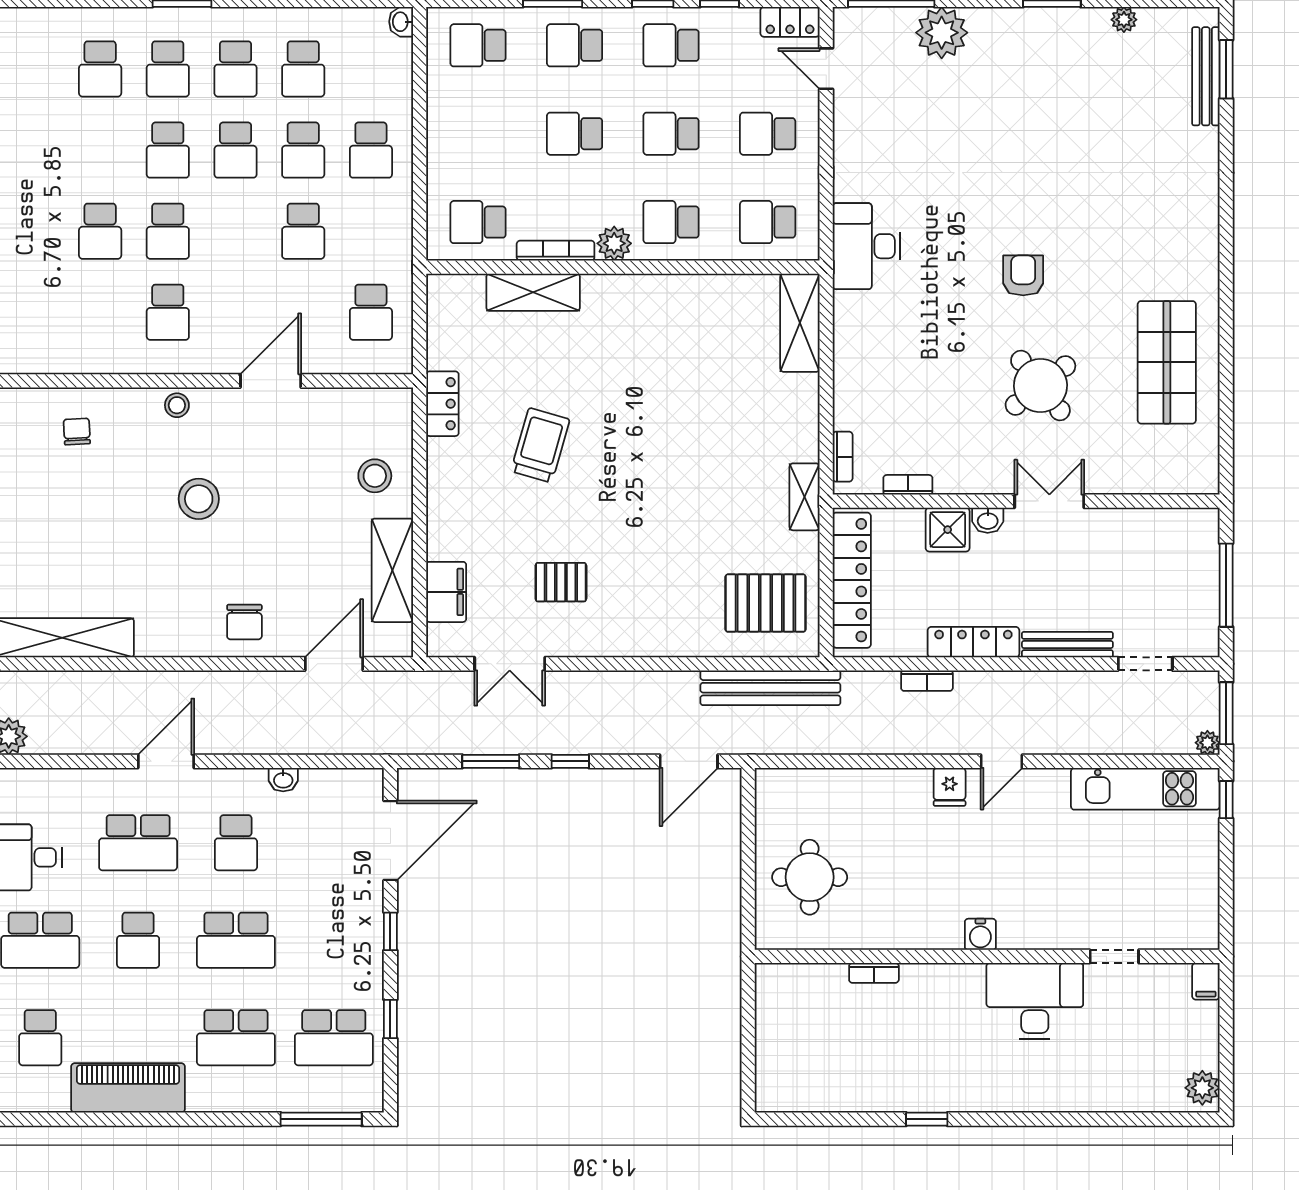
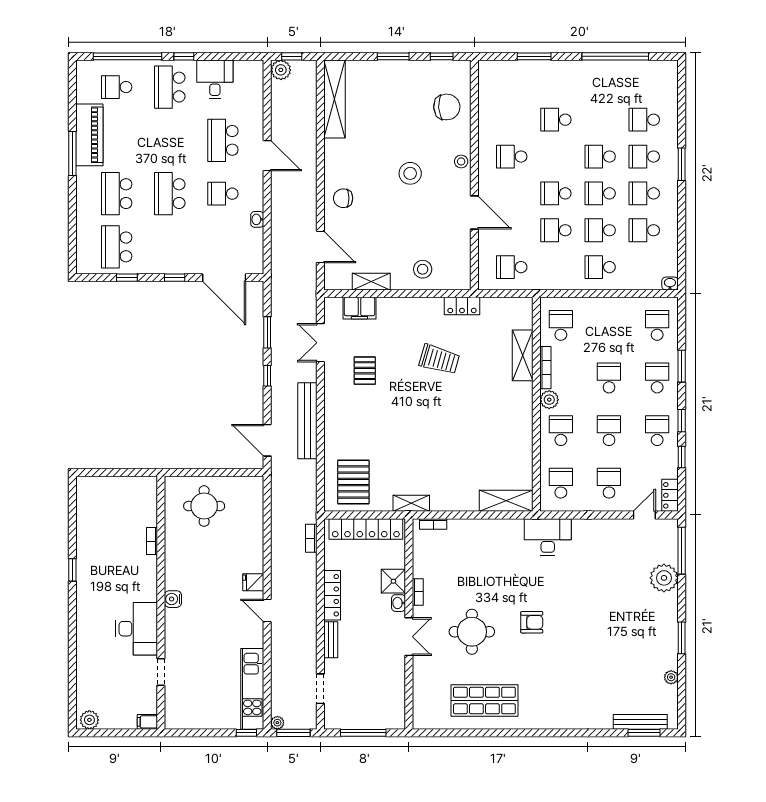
school desk: (168, 231) -> (556, 193), moved
round table: (1040, 385) -> (472, 632), turned 38
chair: (77, 432) -> (447, 107), width x1.87, depth x1.87
bookcase: (908, 485) -> (418, 592), moved
shelving: (392, 570) -> (371, 282), width x0.67, depth x0.75
bench: (1067, 645) -> (331, 640), width x0.73
bookcase: (927, 681) -> (311, 538), moved
bench: (770, 688) -> (307, 421), moved
school desk: (138, 940) -> (170, 140), removed
window: (321, 1119) -> (72, 154), moved

